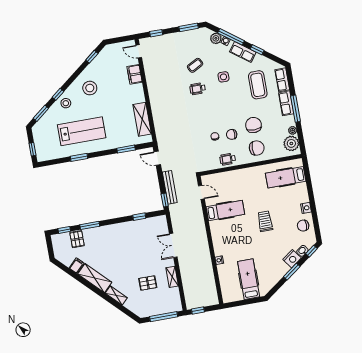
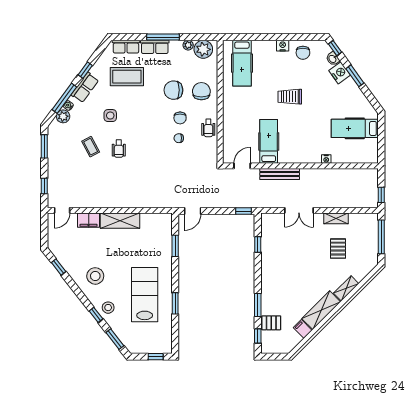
shelving: (142, 119) -> (120, 221), moved
bench: (170, 187) -> (280, 174), moved

